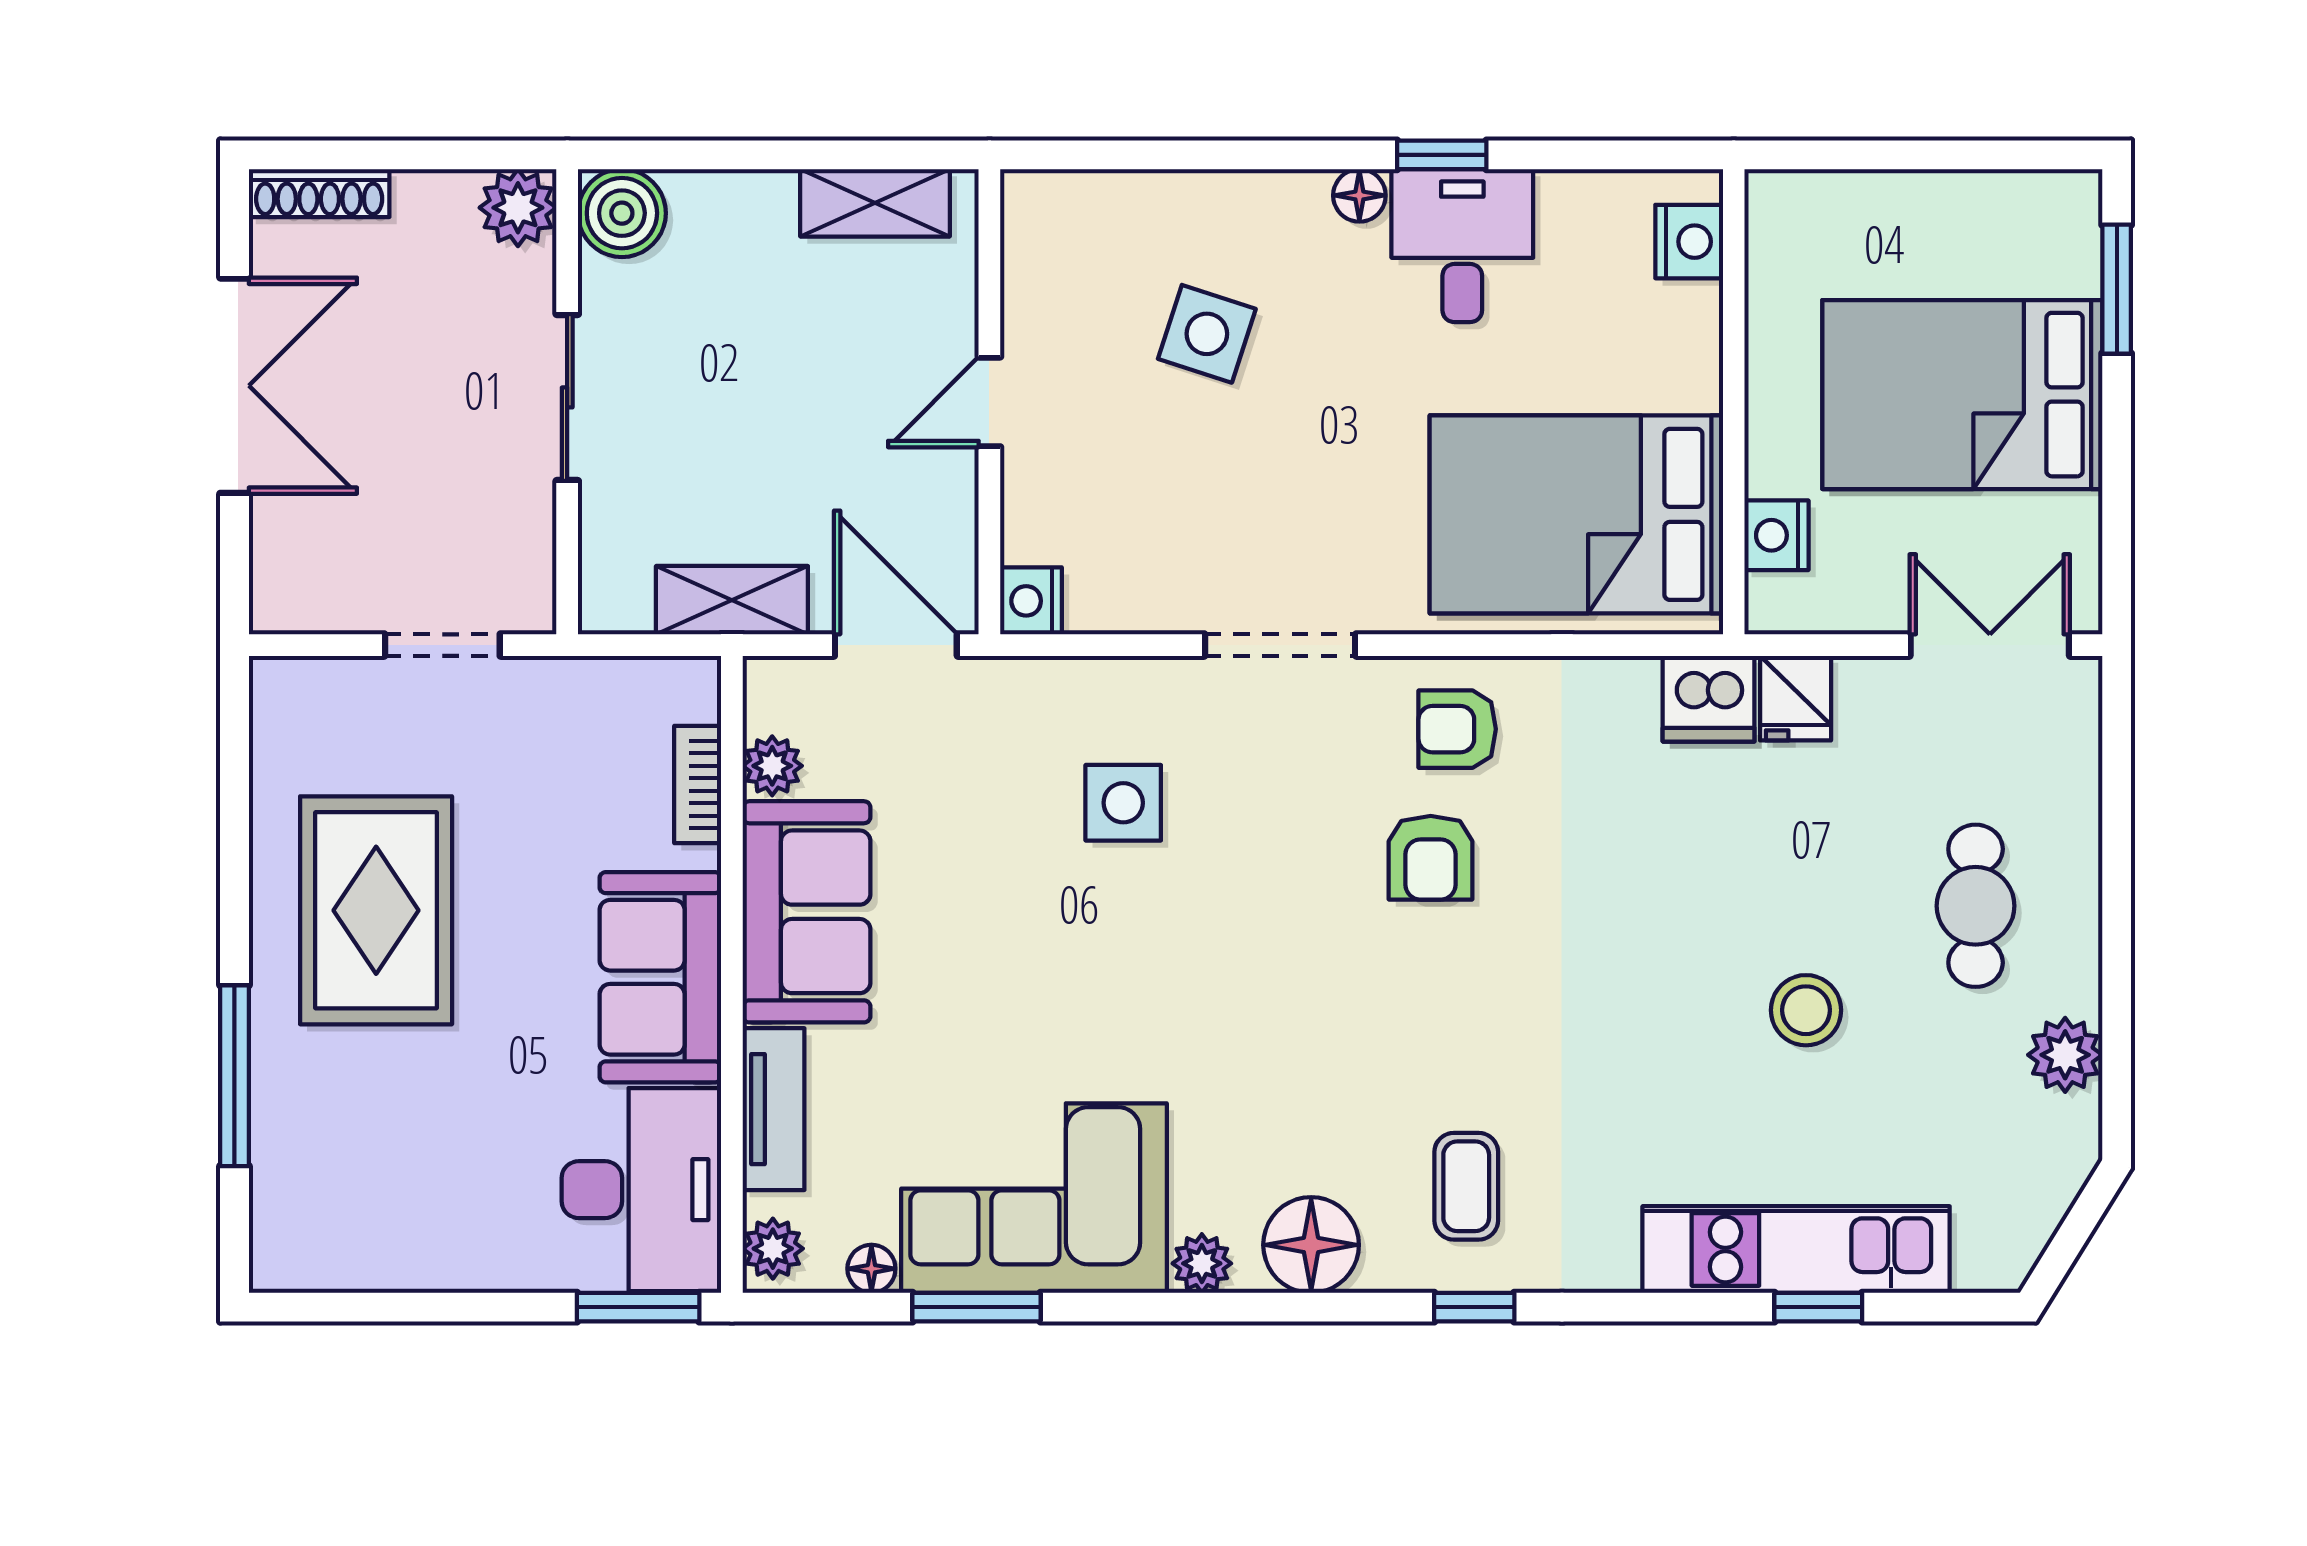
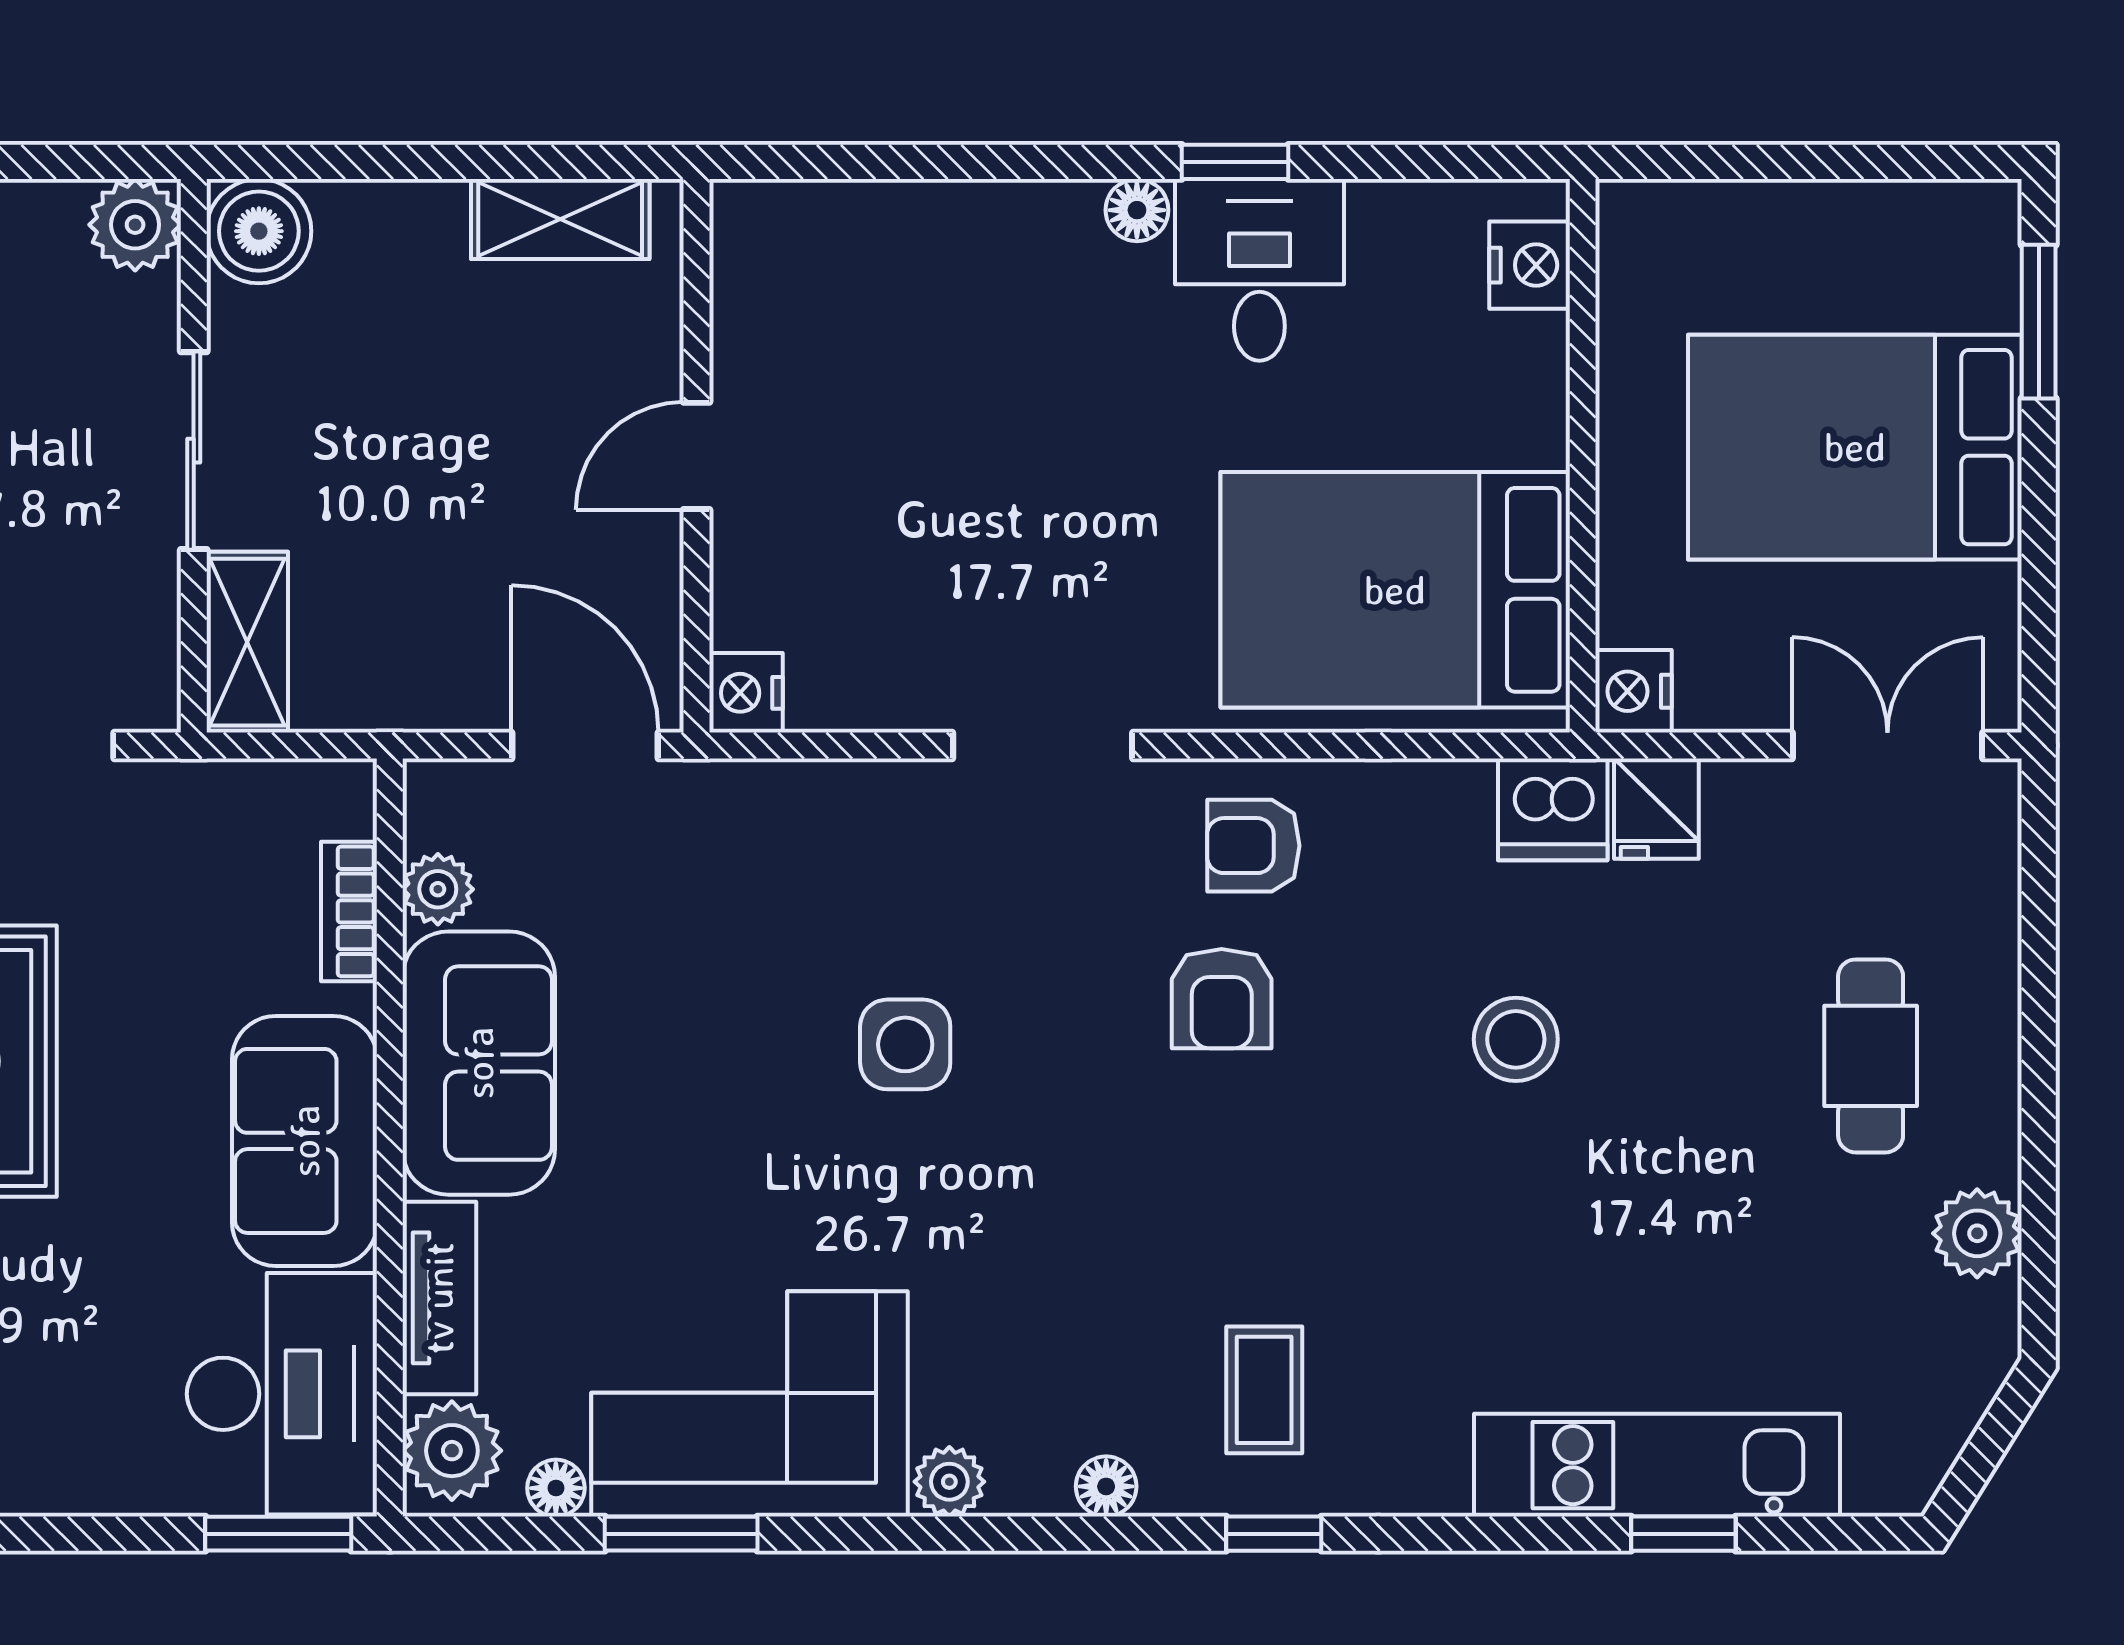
side table: (1207, 334) -> (955, 375), removed
nightstand: (1777, 535) -> (1634, 691), moved
shelving: (732, 600) -> (247, 642), moved, turned 90
side table: (1123, 803) -> (905, 1044), moved
stool: (1806, 1010) -> (1516, 1039), moved
floor lamp: (1311, 1245) -> (1106, 1486), width x0.53, depth x0.53
plant: (773, 1249) -> (452, 1451), width x1.38, depth x1.38

